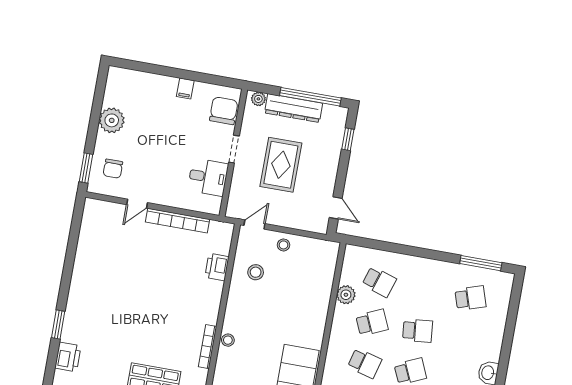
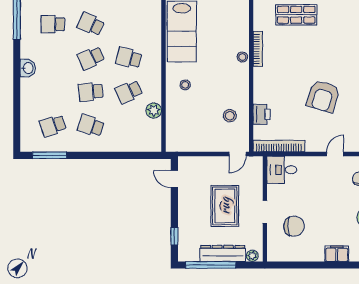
filing cabinet: (185, 88) -> (337, 254), moved, width x2.00
chair: (224, 111) -> (294, 226), moved, turned -90
desk: (208, 177) -> (282, 170), moved
bookcase: (177, 221) -> (279, 146), moved
stool: (283, 245) -> (185, 85), moved
armchair: (139, 276) -> (323, 96), added
school desk: (379, 282) -> (91, 126), moved

